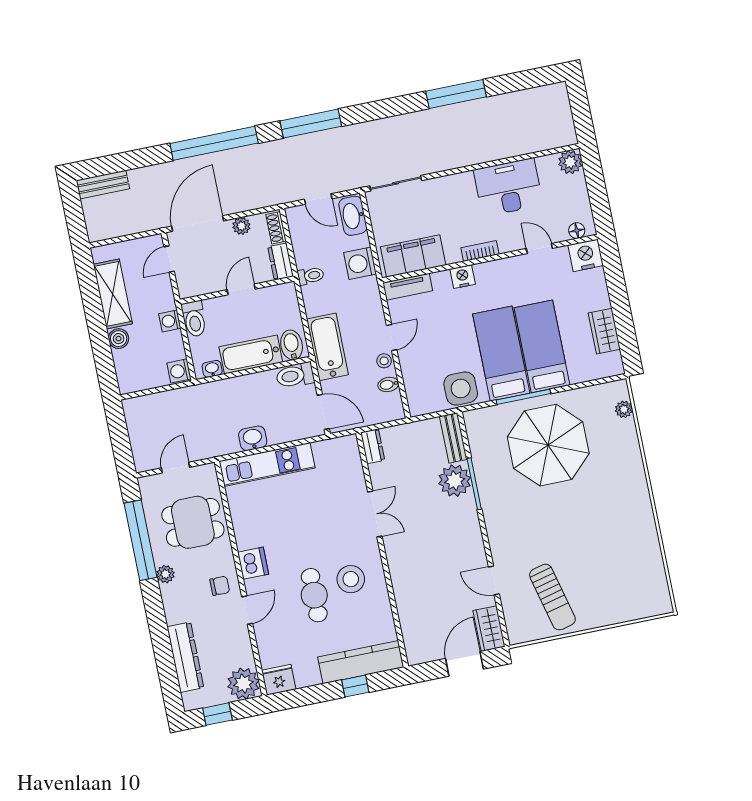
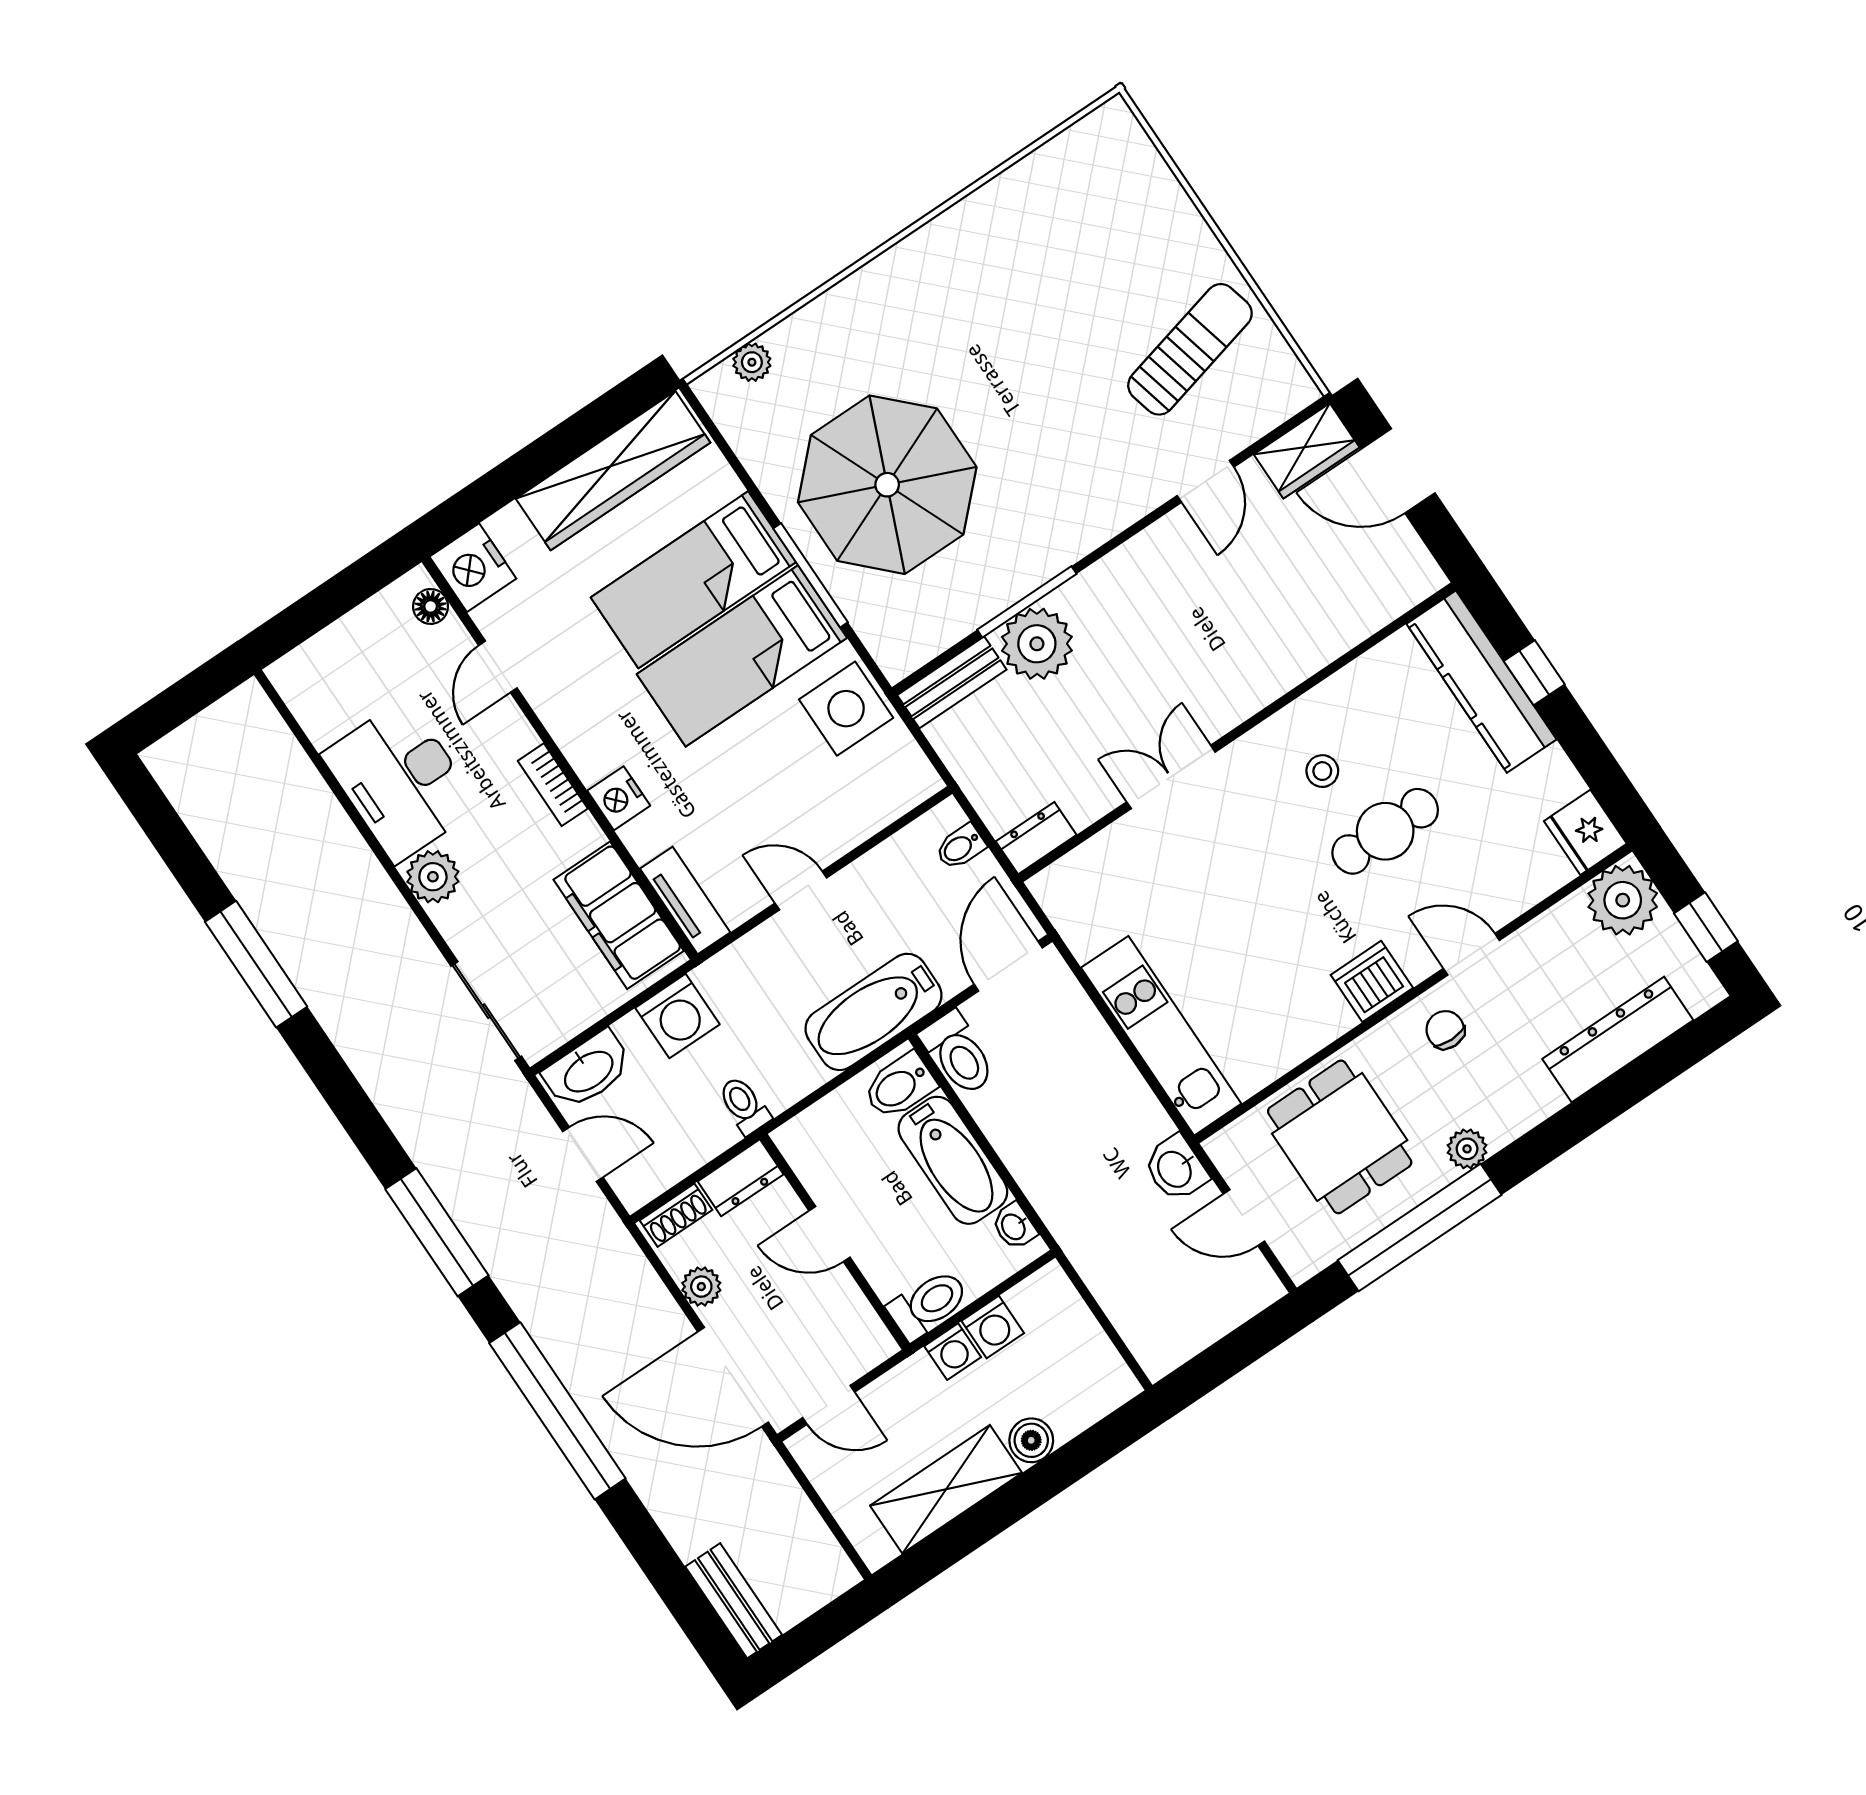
plant: (570, 162) -> (433, 877), moved
door: (318, 199) -> (583, 1154), hinge flipped
wardrobe: (604, 331) -> (613, 471), width x2.10, depth x1.17
stool: (384, 361) -> (854, 886), removed
washing machine: (179, 371) -> (993, 1327), moved
bidet: (388, 384) -> (960, 847), moved, turned 90
washbasin: (253, 438) -> (1176, 1169), moved
stool: (351, 579) -> (1322, 771), width x0.53, depth x0.53

